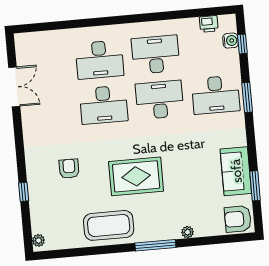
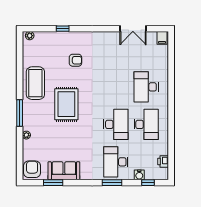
water cooler: (230, 41) -> (139, 175), moved
filing cabinet: (24, 42) -> (162, 38), added
desk: (104, 105) -> (116, 87), removed

